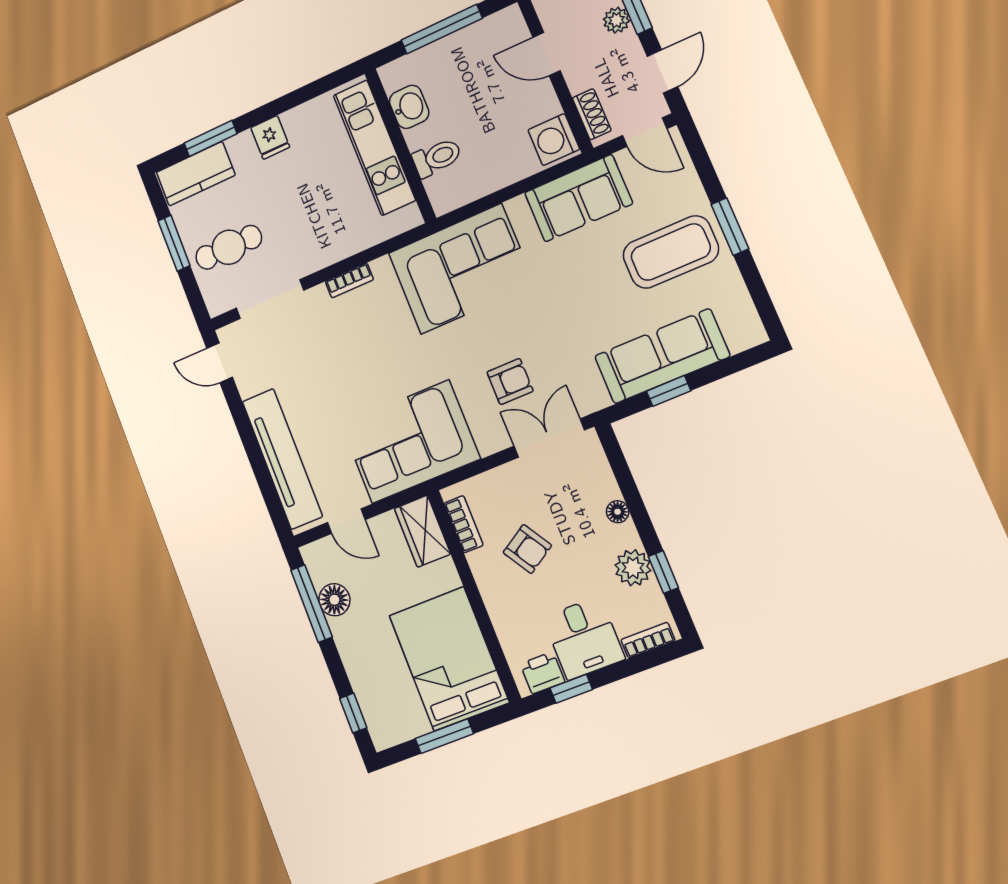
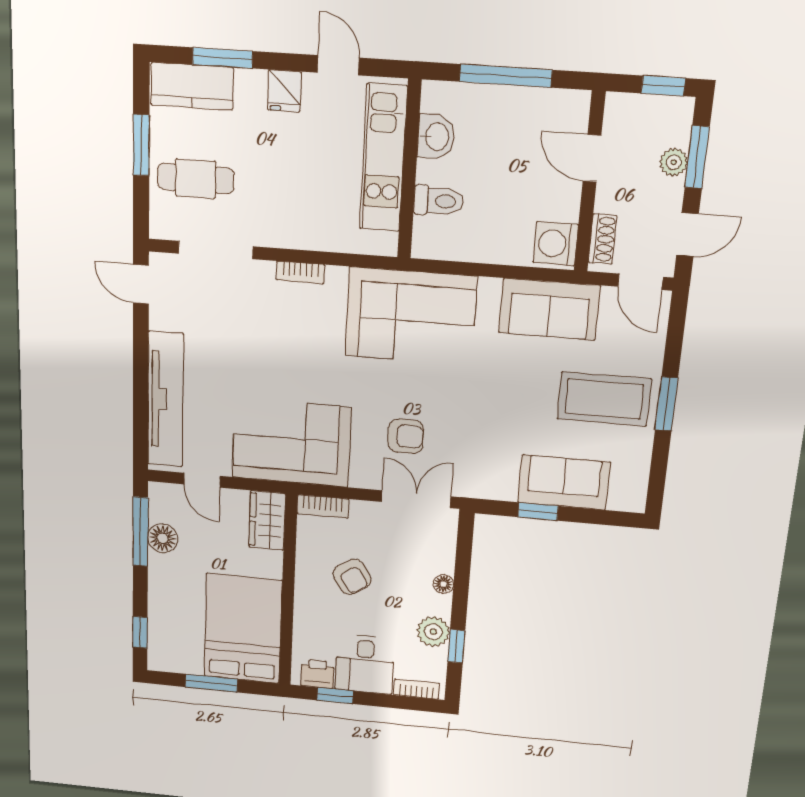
door: (304, 94) -> (338, 65), added
sofa: (662, 356) -> (564, 482), width x0.73
bookcase: (464, 524) -> (323, 506), moved, turned 90

